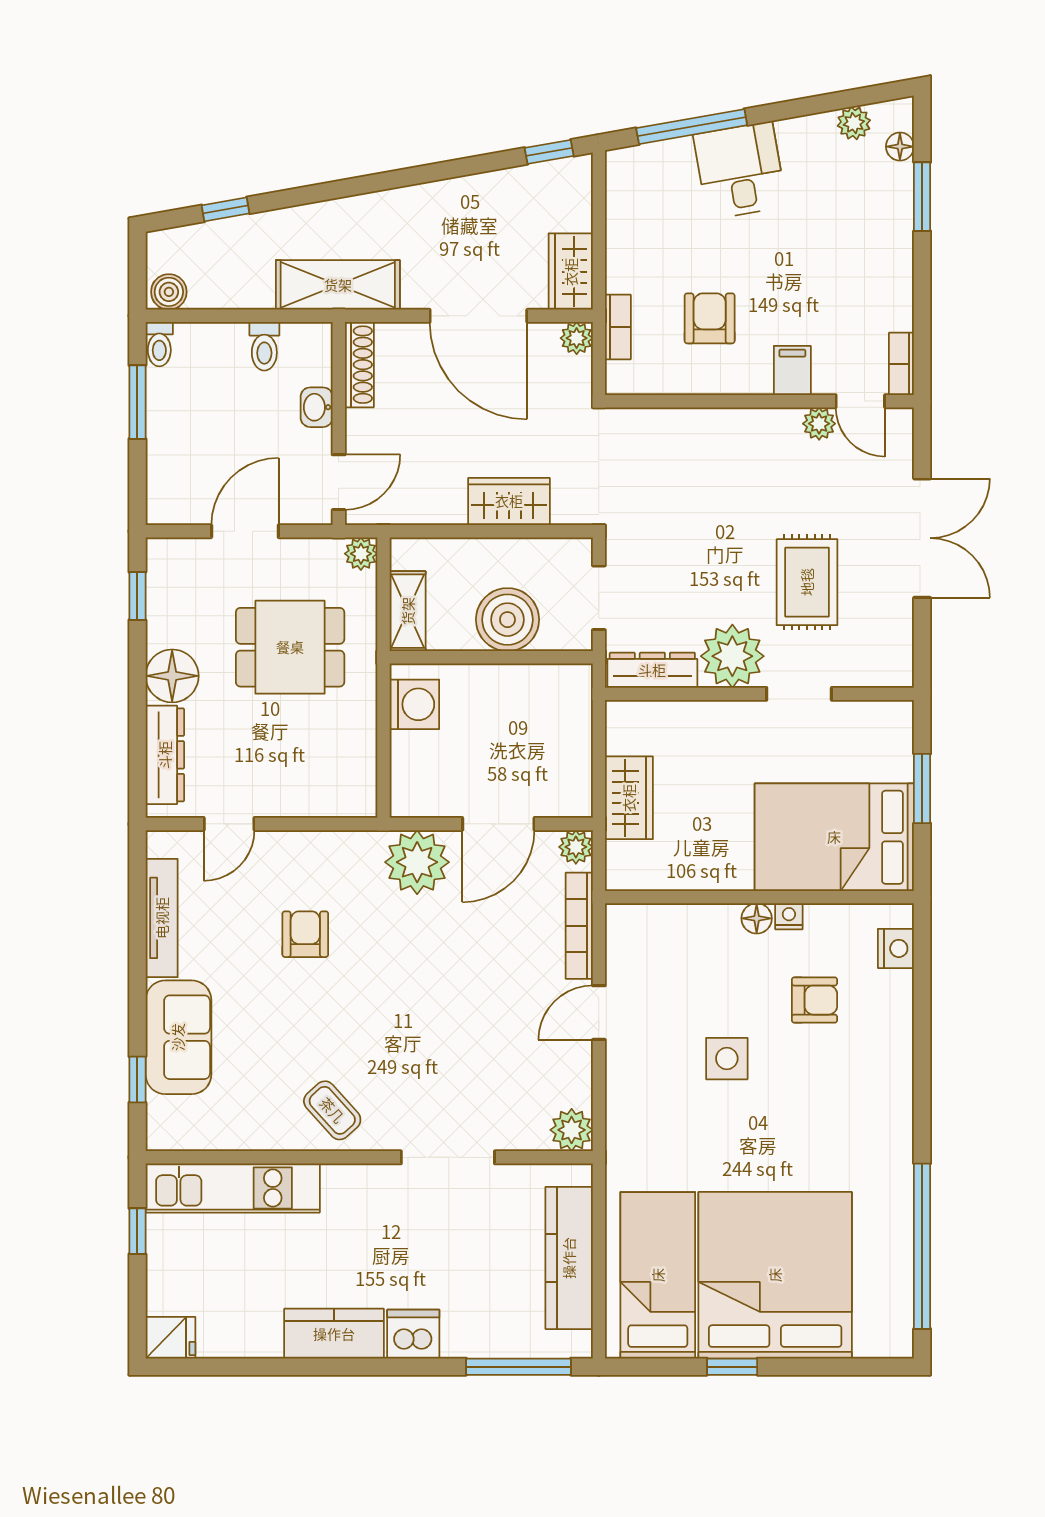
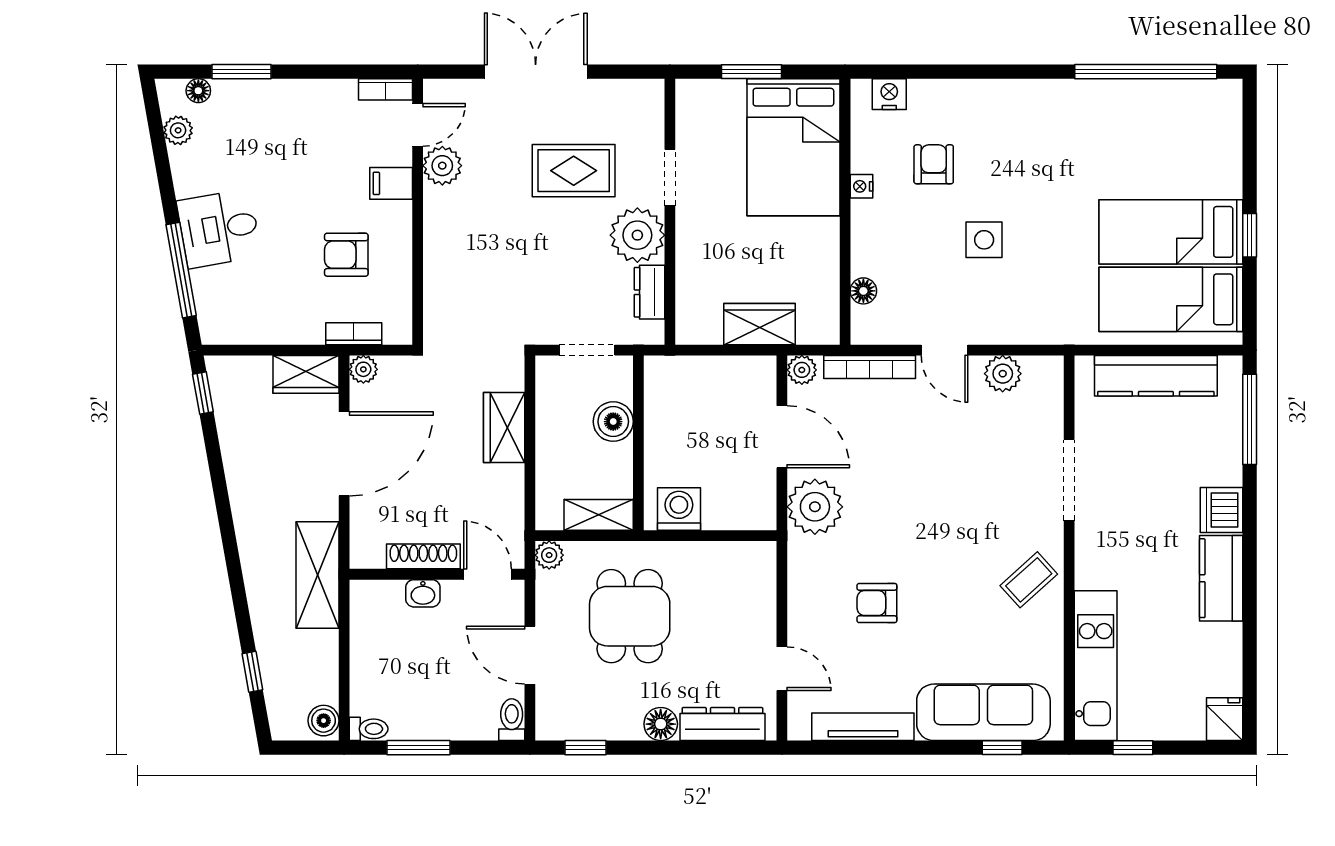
toilet: (264, 346) -> (512, 720), moved, turned -90
shoe rack: (359, 365) -> (423, 556), moved
plant: (819, 424) -> (442, 166), width x1.38, depth x1.38
boiler: (507, 620) -> (613, 422), width x0.73, depth x0.73
dresser: (652, 670) -> (649, 292), width x0.70
floor lamp: (172, 676) -> (661, 724), width x0.73, depth x0.73
floor lamp: (757, 918) -> (863, 291), moved
sofa: (178, 1037) -> (983, 712), width x1.36
plant: (572, 1130) -> (1003, 374), moved
bed: (775, 1275) -> (1171, 232), width x0.49

